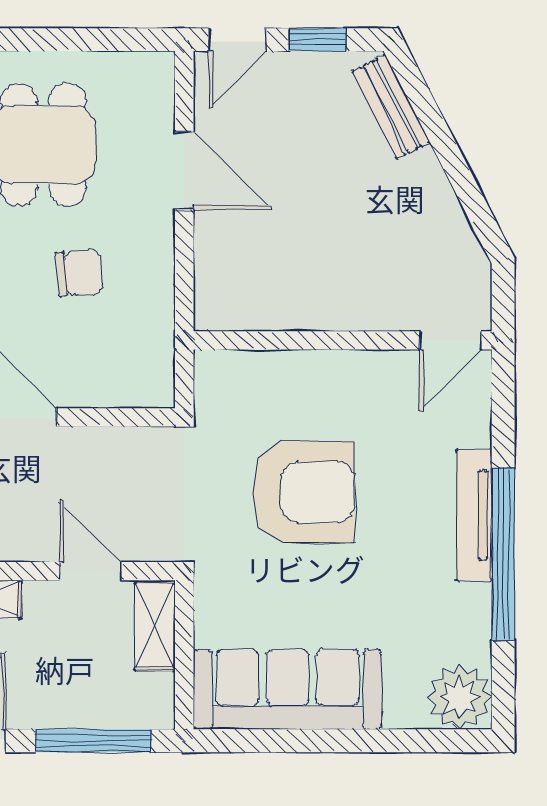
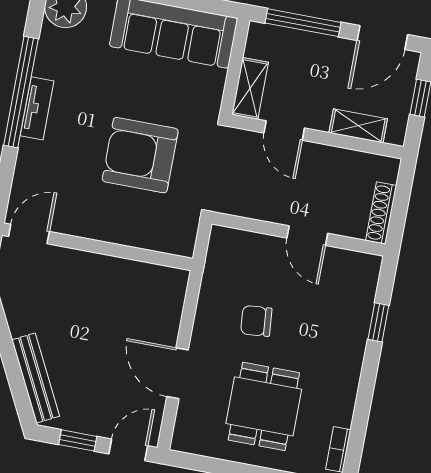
bench: (391, 107) -> (36, 378), width x1.36
tv unit: (474, 515) -> (37, 108), width x0.71

